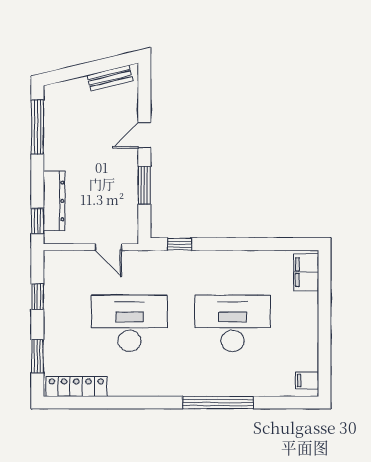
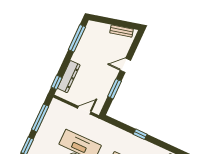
window: (180, 244) -> (140, 134), moved
door: (108, 247) -> (84, 110), swing flipped
window: (37, 297) -> (40, 118), width x2.17

